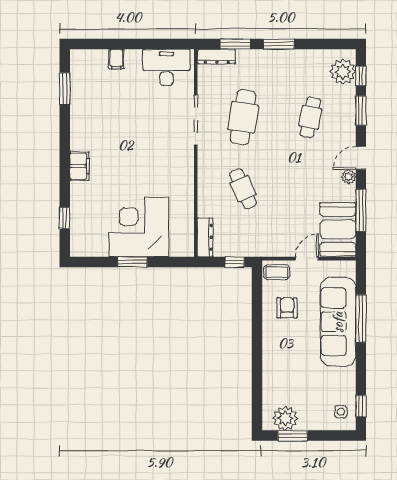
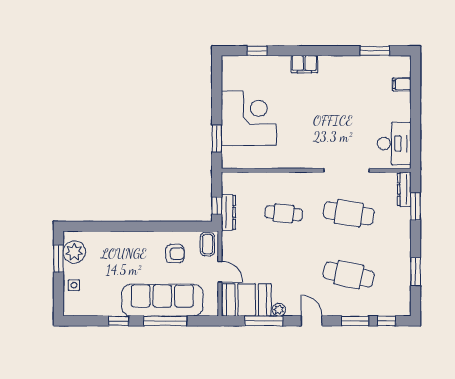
window: (279, 44) -> (416, 272), moved
filing cabinet: (116, 59) -> (402, 84), moved
plant: (343, 72) -> (390, 304), removed
cafe table: (310, 117) -> (349, 275), width x1.37, depth x1.35
plant: (349, 177) -> (279, 310), moved
cafe table: (243, 189) -> (284, 213), turned 30
dresser: (205, 237) -> (228, 212), moved, turned -90
window: (132, 262) -> (217, 139), moved
window: (361, 406) -> (119, 321), moved
side table: (341, 412) -> (74, 285), moved

